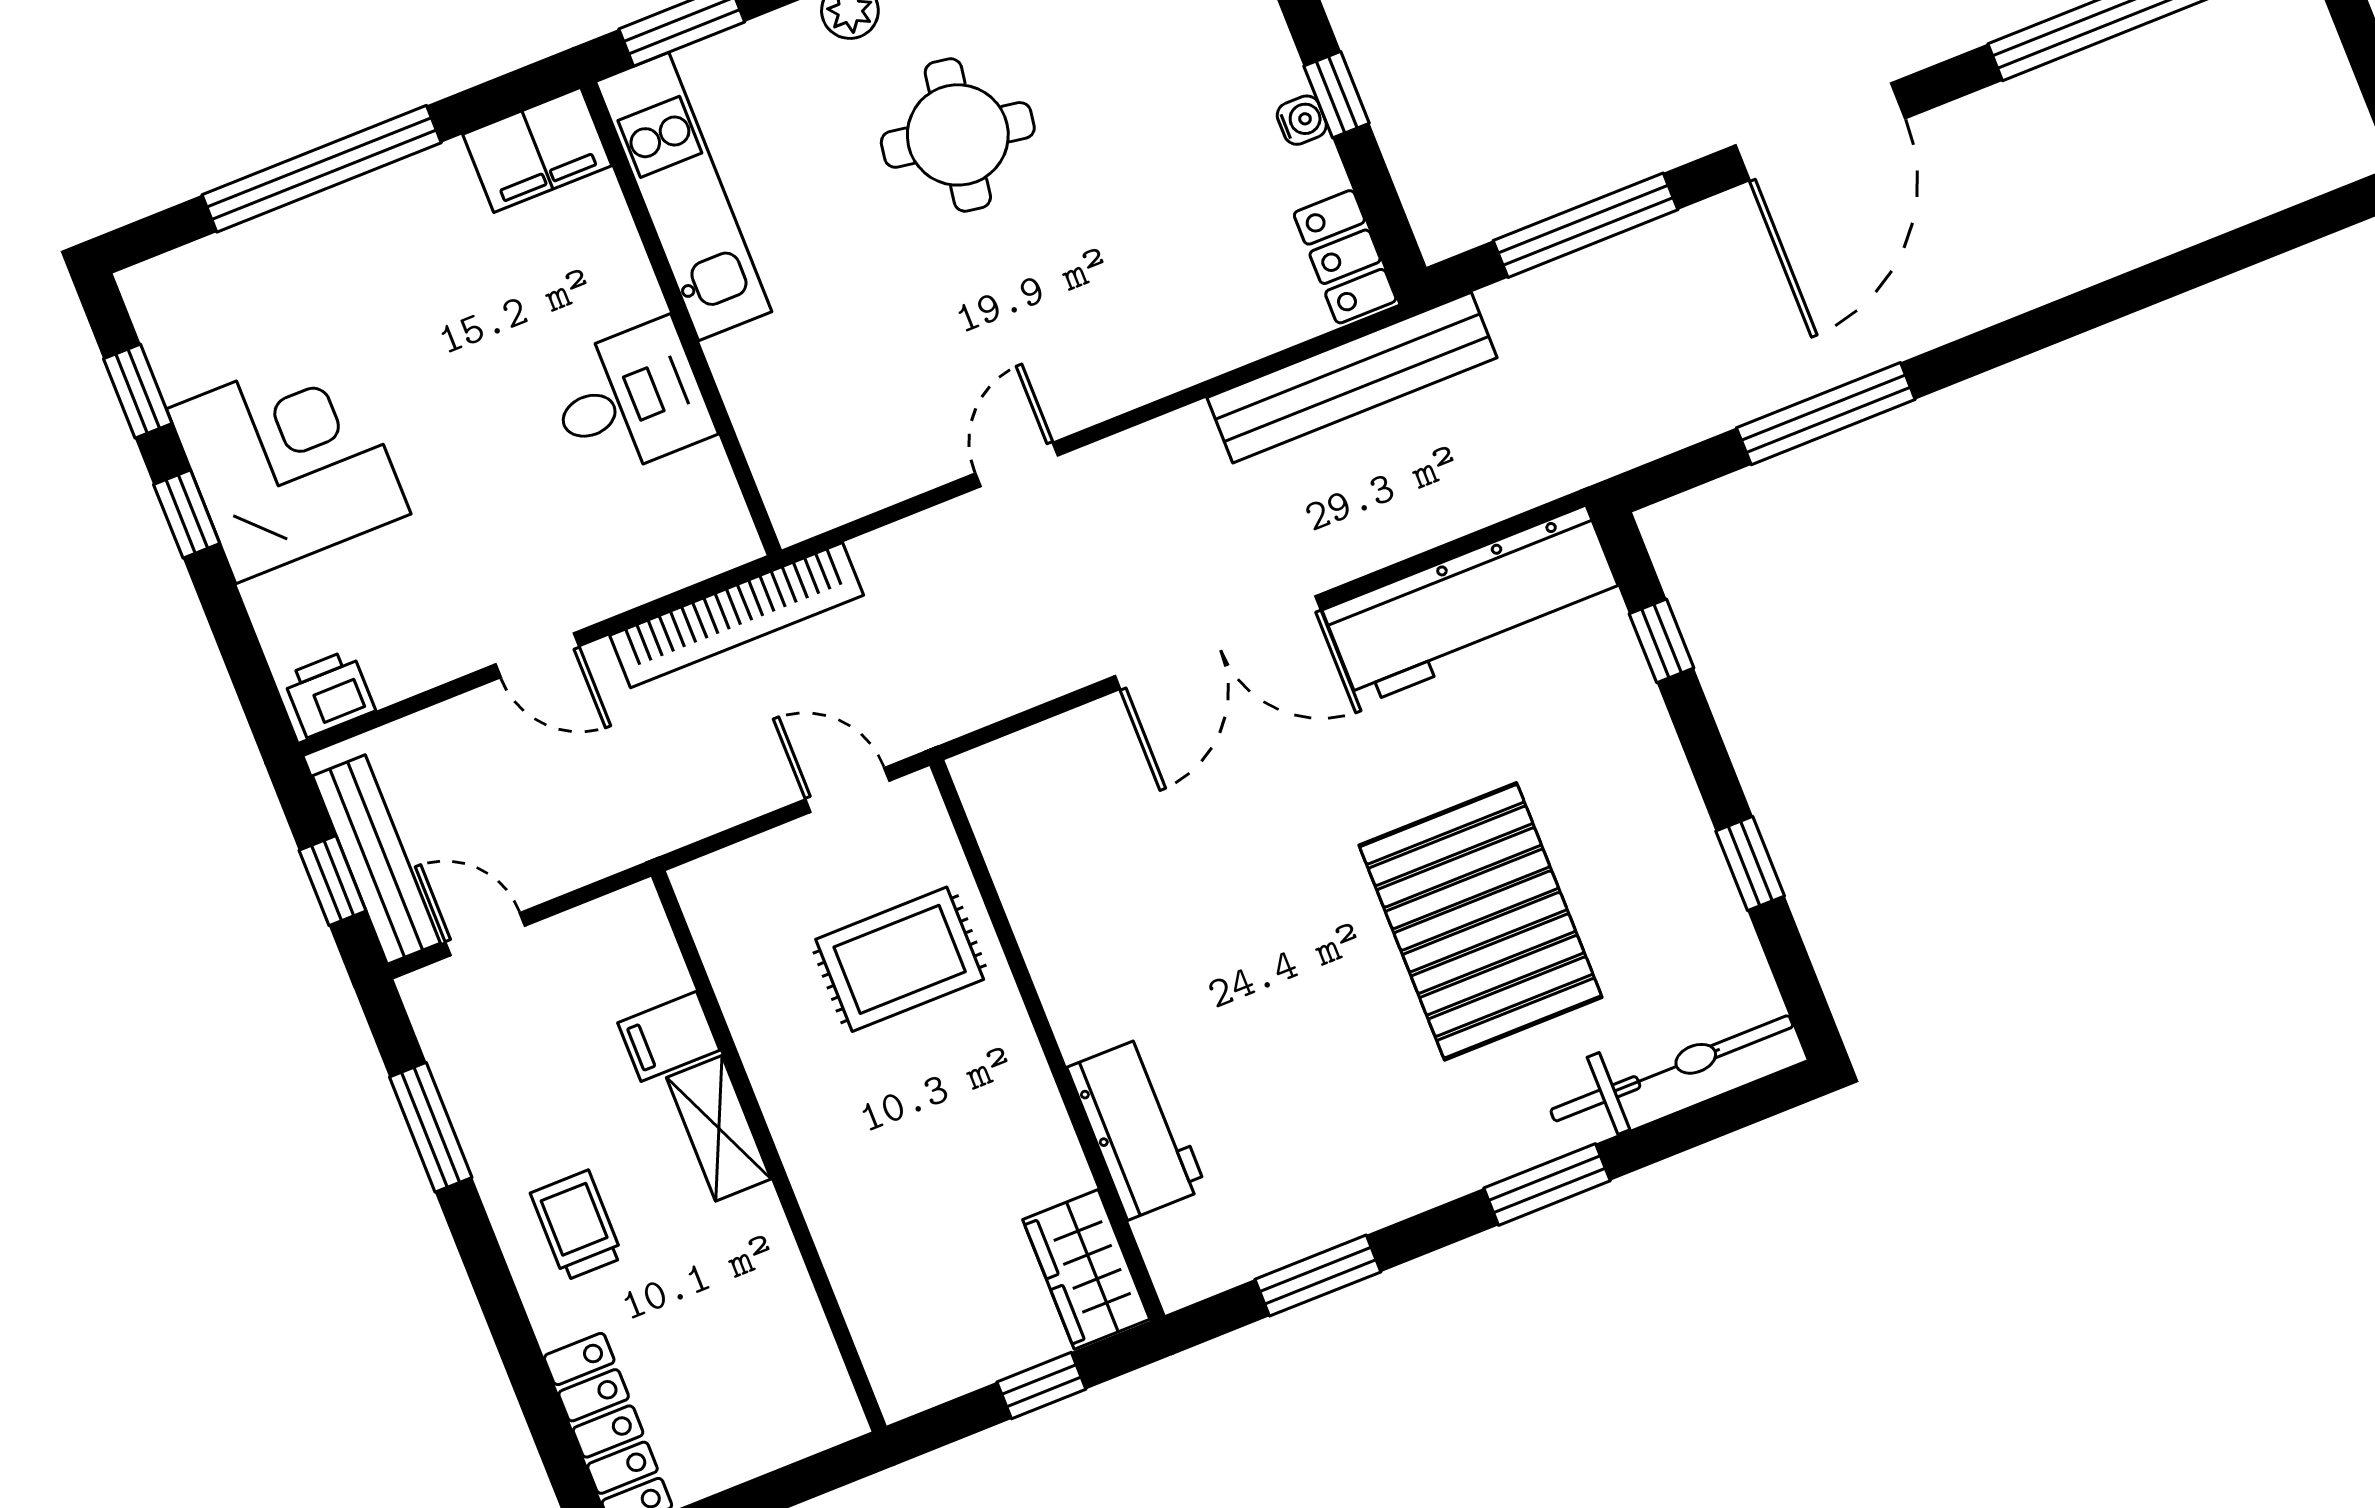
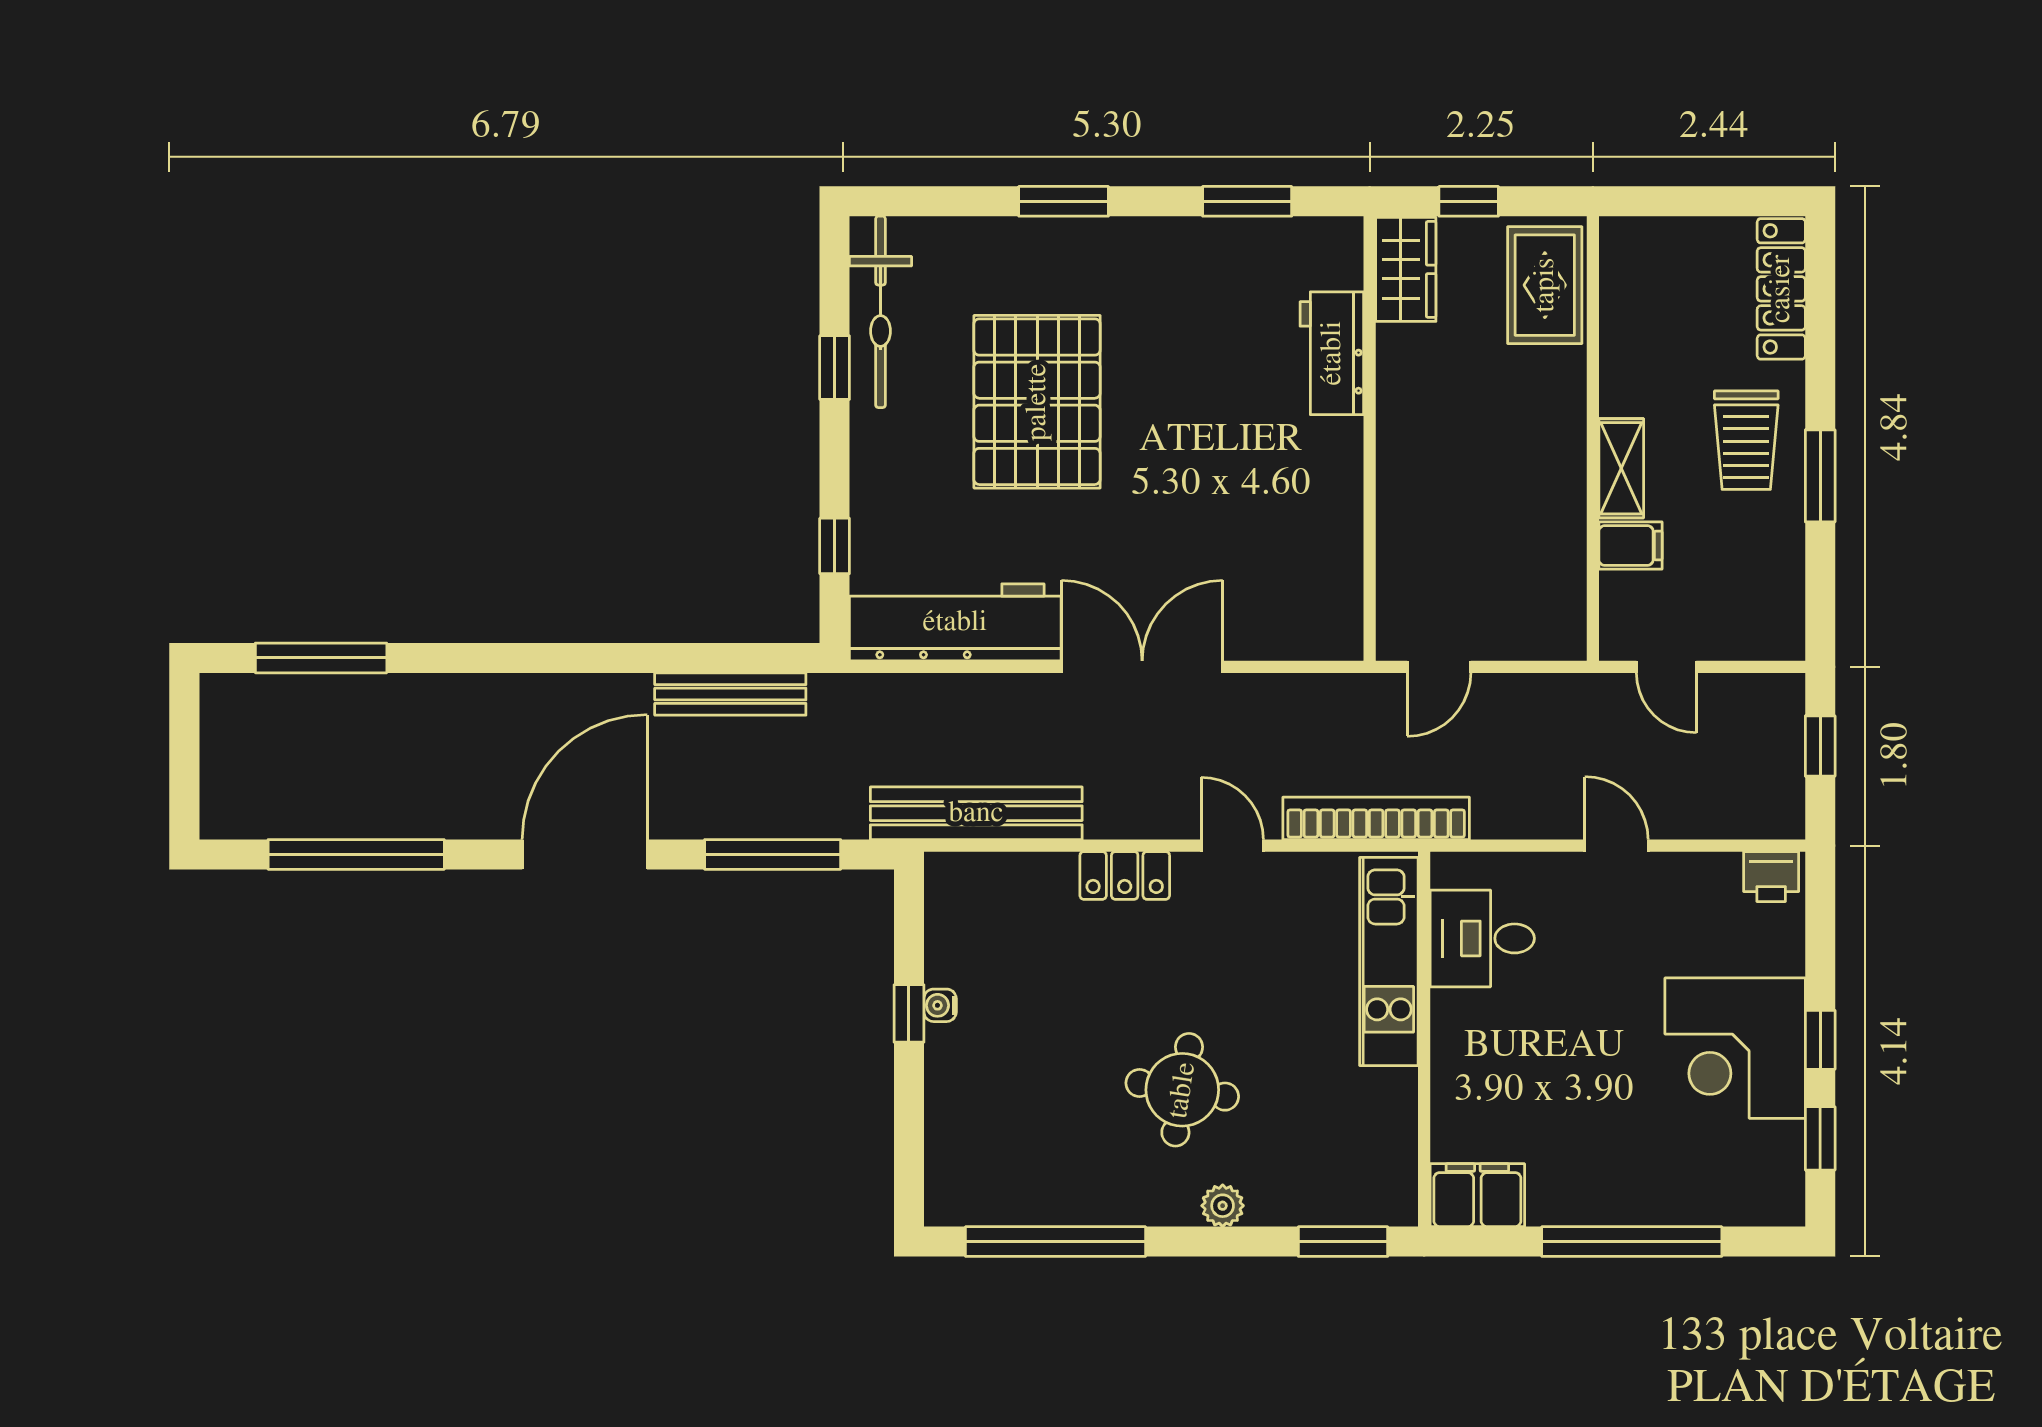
kitchen unit: (684, 197) -> (1389, 961), moved
locker: (1345, 257) -> (1125, 875), moved, turned 90
desk: (630, 400) -> (1482, 938), moved
window: (1826, 414) -> (321, 658), moved
door: (1017, 464) -> (1232, 846), swing flipped
bookcase: (737, 615) -> (1376, 818), moved
door: (847, 790) -> (1439, 667), hinge flipped
bench: (376, 860) -> (730, 694), moved, turned 90
door: (485, 934) -> (1666, 667), moved
rug: (900, 959) -> (1545, 285), moved, turned 90
bicycle: (1672, 1068) -> (881, 312), moved, turned -90
window: (431, 1127) -> (1820, 476), moved
trolley: (577, 1225) -> (1746, 440), width x1.36, depth x1.39

